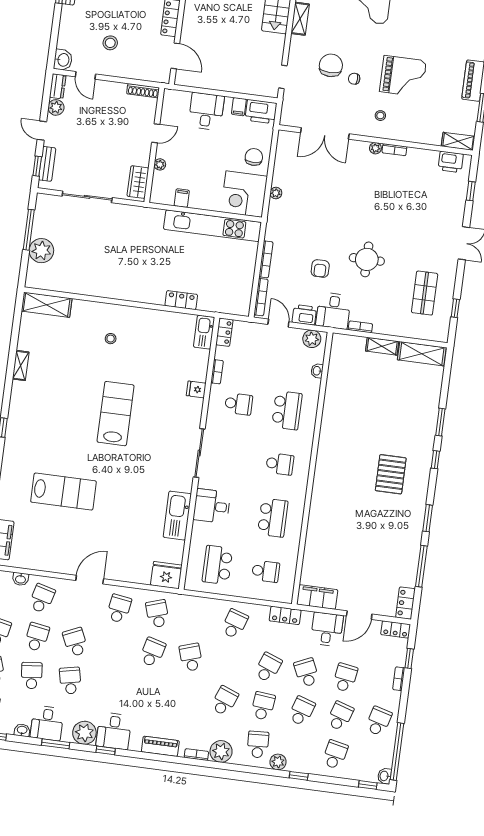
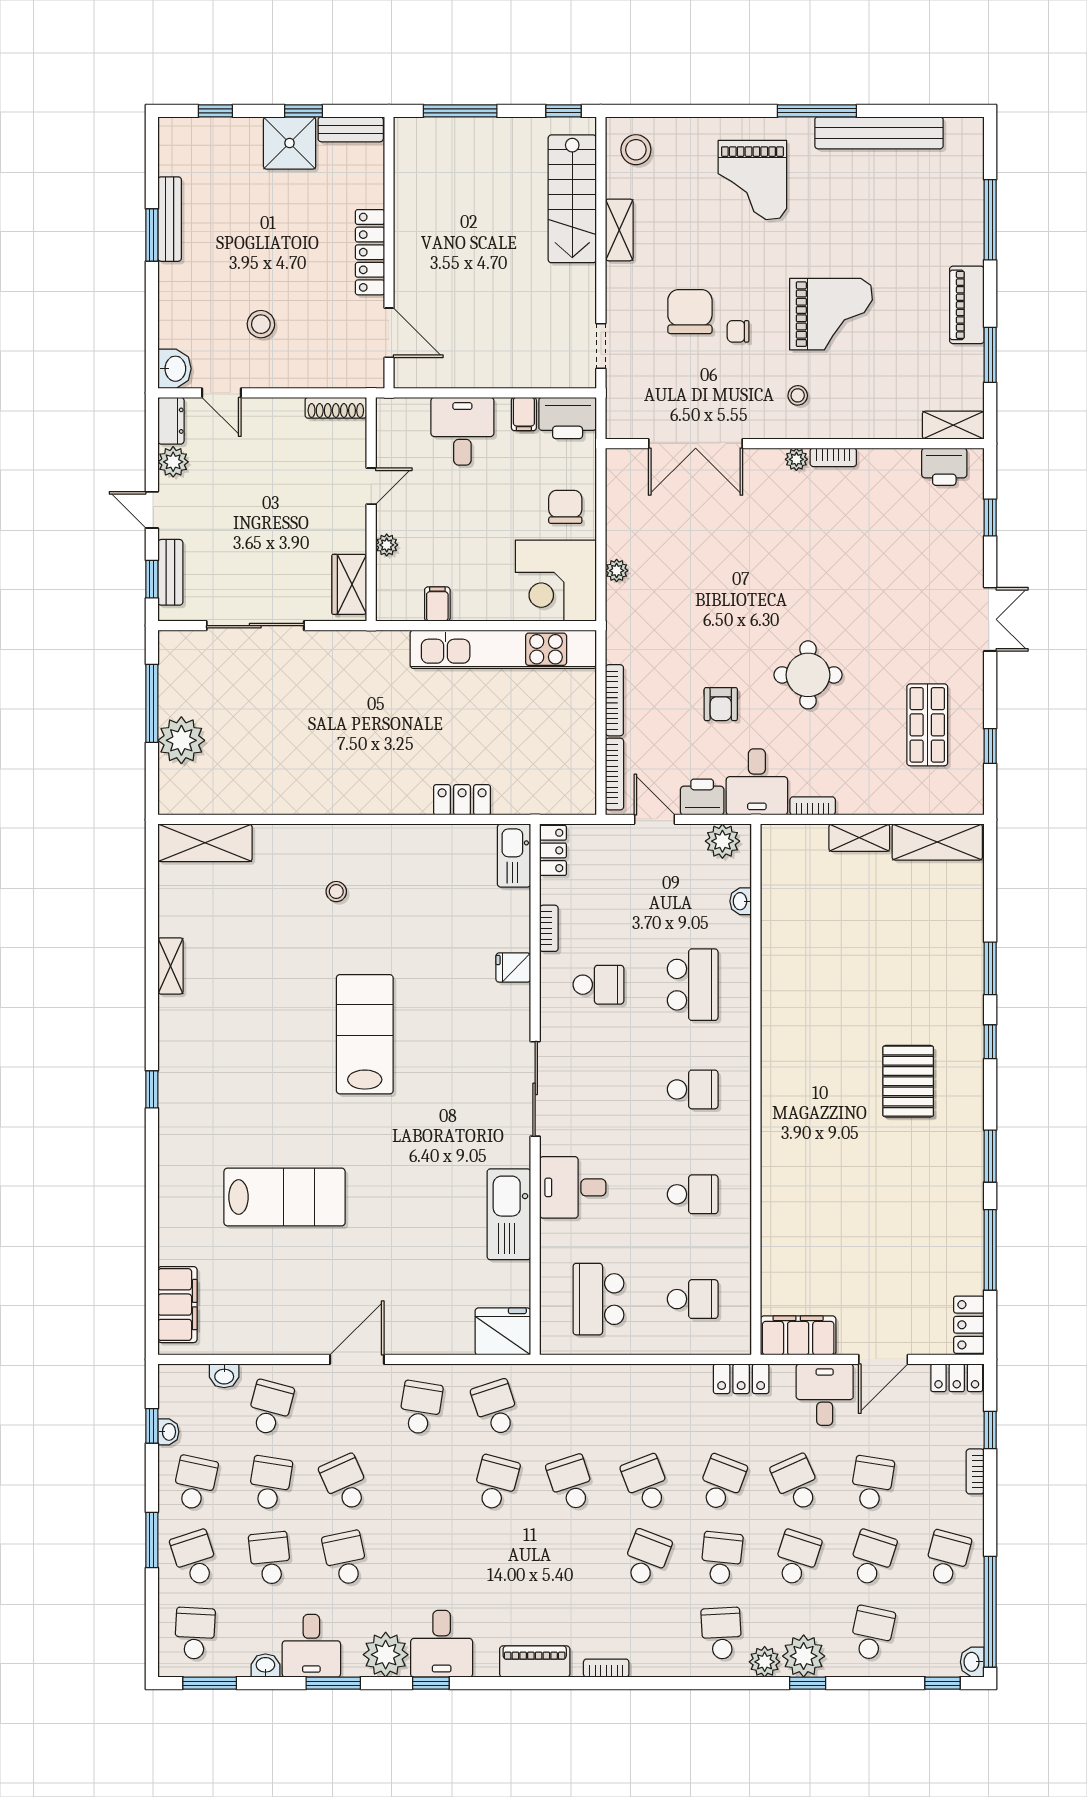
school desk: (273, 518) -> (693, 1194), width x0.54
school desk: (235, 624) -> (646, 1483), moved, turned -39
plant: (221, 751) -> (804, 1656), moved

